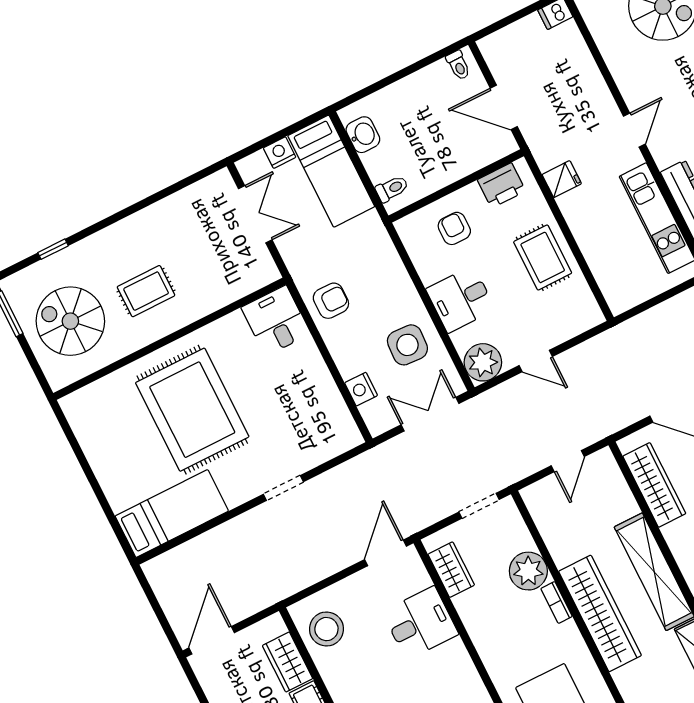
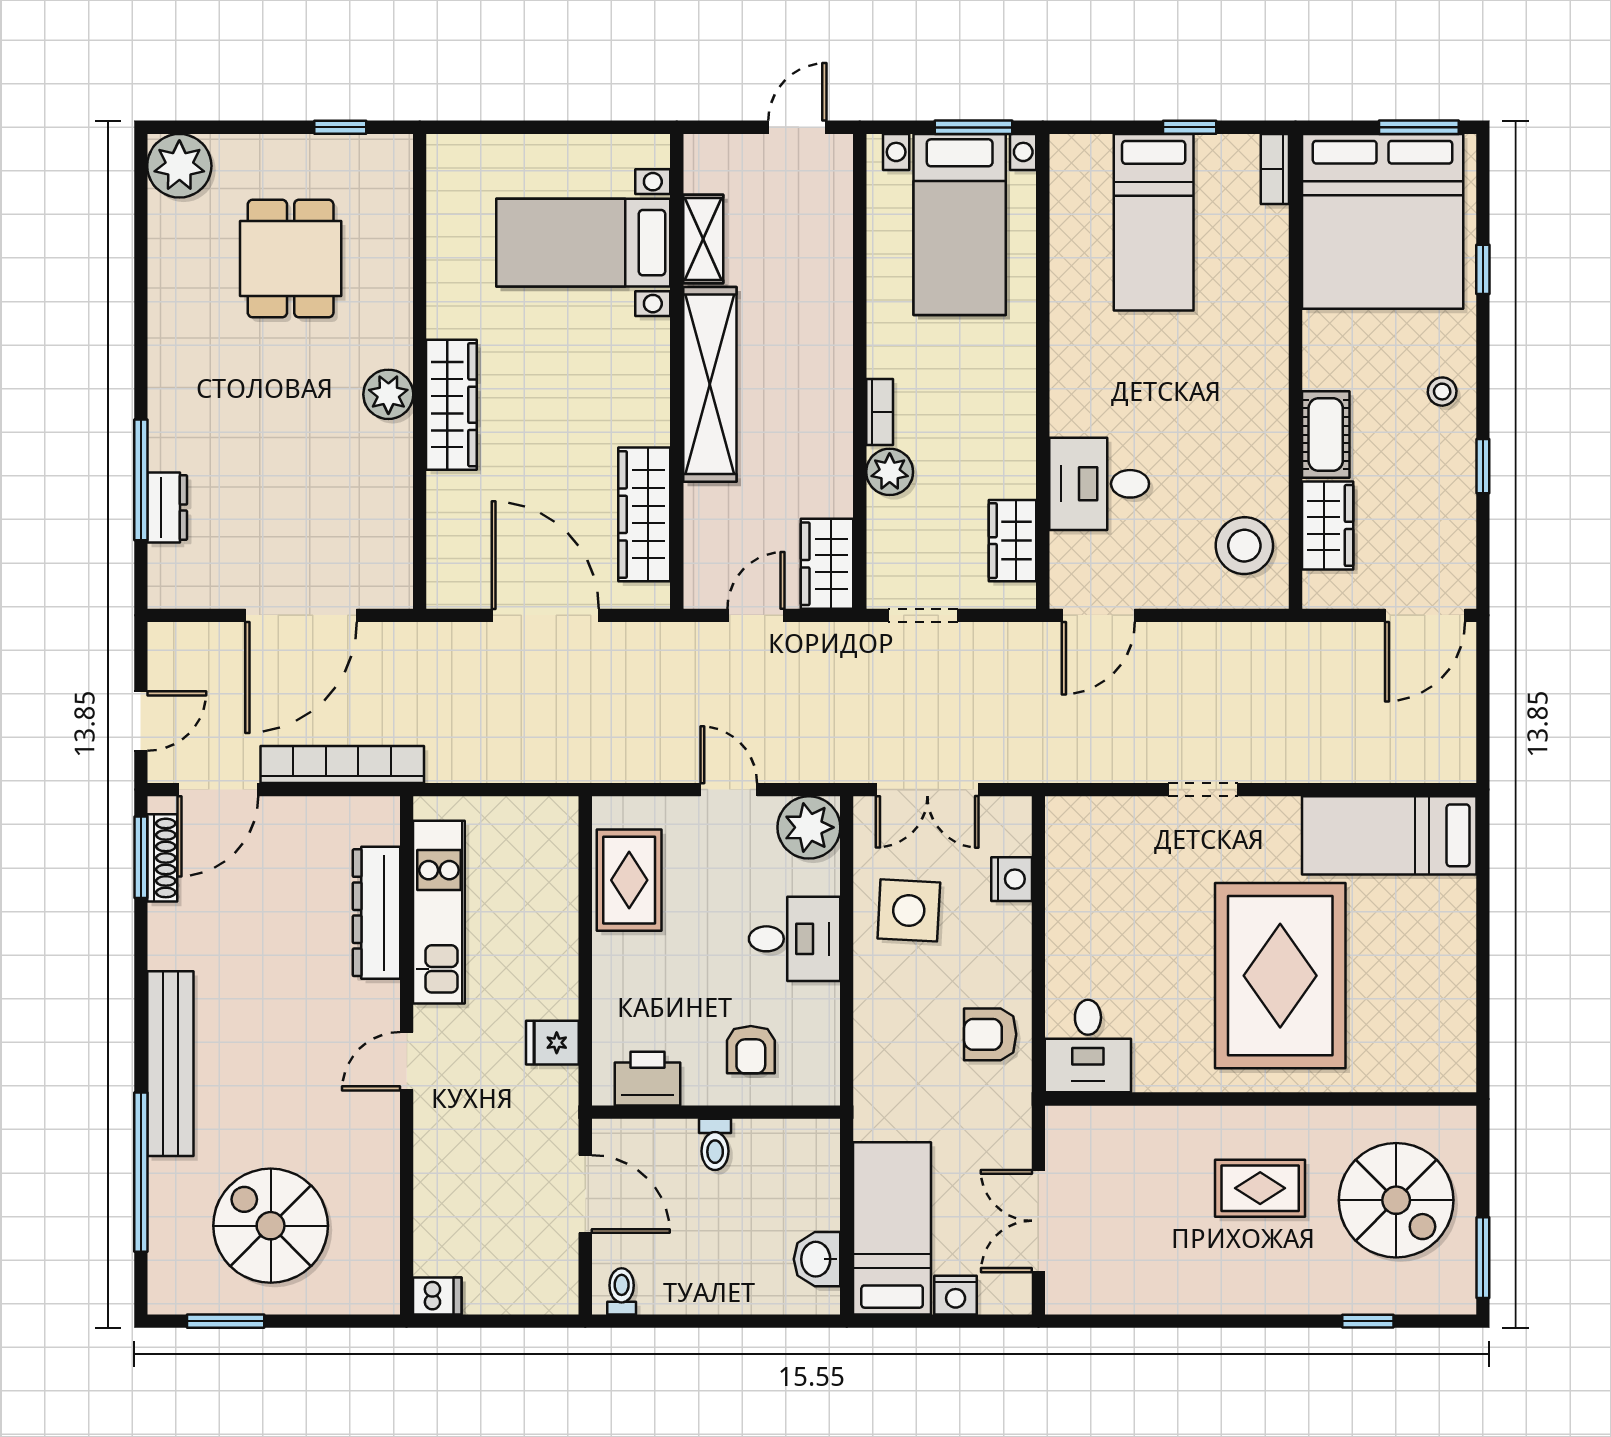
toilet: (392, 189) -> (715, 1144), moved, turned -90
rug: (543, 257) -> (629, 880), moved
plant: (528, 571) -> (890, 472), width x0.73, depth x0.73
wardrobe: (600, 613) -> (827, 564), moved, width x0.48, depth x0.85

